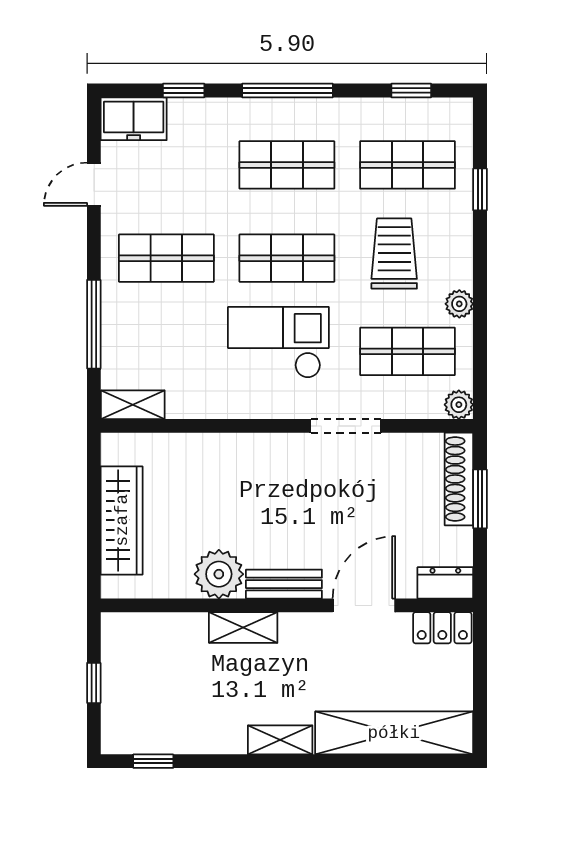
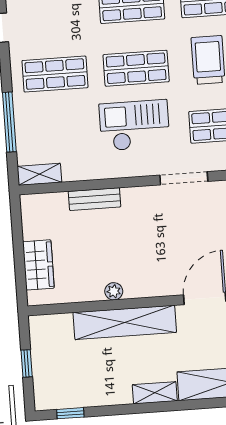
wardrobe: (122, 520) -> (38, 265), width x0.67
plant: (219, 574) -> (114, 291), width x0.53, depth x0.53
bench: (284, 584) -> (94, 199), moved
shelving: (243, 628) -> (125, 322), width x2.20, depth x1.33

